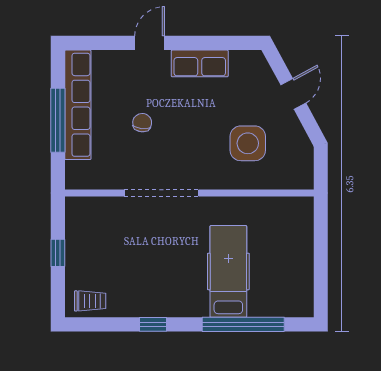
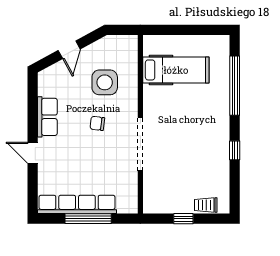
door: (293, 94) -> (69, 50), swing flipped
chair: (142, 123) -> (97, 123), moved
hospital bed: (228, 271) -> (176, 70), moved, turned 180
trolley: (90, 301) -> (206, 205), moved, turned -90

